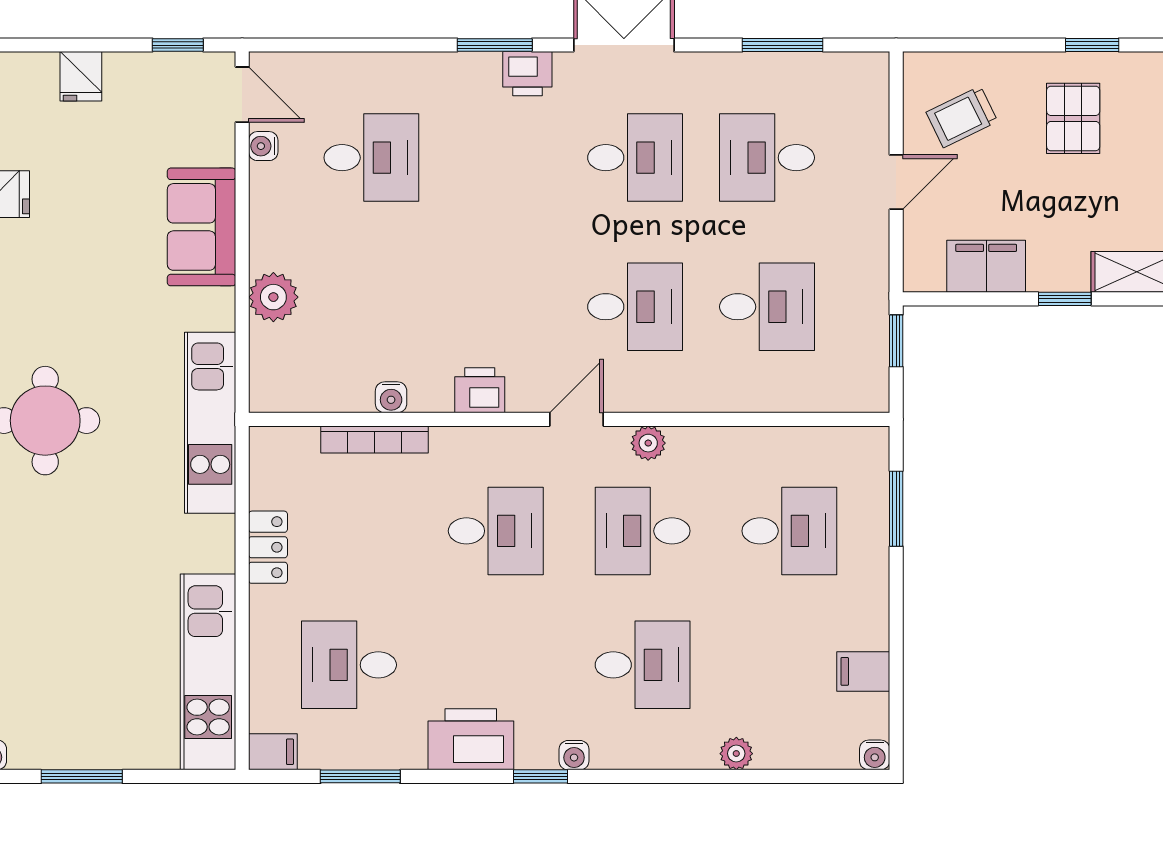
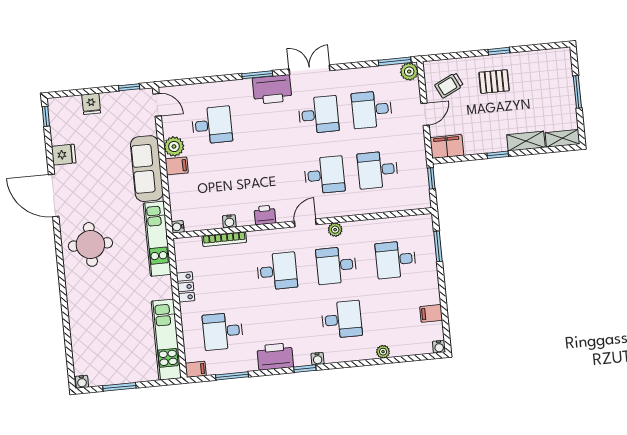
window: (783, 45) -> (395, 61), moved
printer: (527, 74) -> (272, 89), width x1.87, depth x1.48
plant: (868, 74) -> (409, 72), added
pallet: (1073, 118) -> (494, 82), turned 90
water cooler: (263, 146) -> (178, 227), moved
sofa: (202, 227) -> (147, 169), width x1.36
filing cabinet: (275, 249) -> (177, 166), added
filing cabinet: (986, 266) -> (447, 146), moved
plant: (273, 297) -> (174, 146), moved
desk: (767, 307) -> (378, 170), turned 180
desk: (789, 531) -> (396, 260), turned 180

